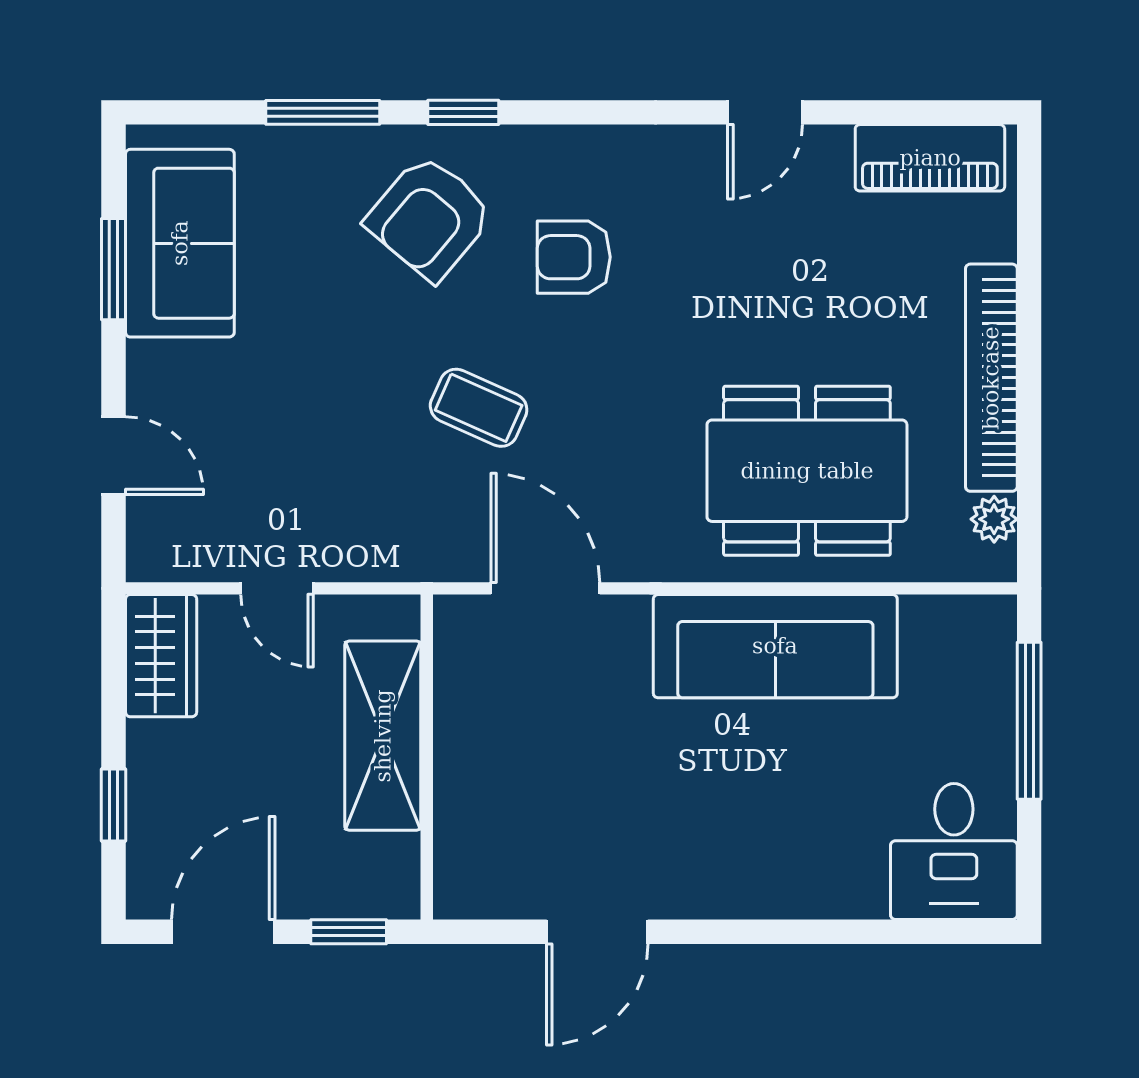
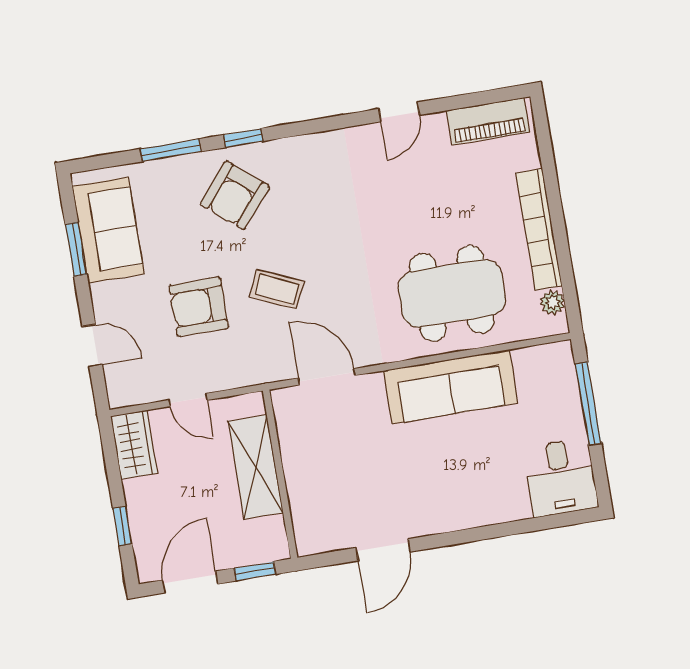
armchair: (574, 257) -> (199, 307), moved, width x1.38, depth x1.38

